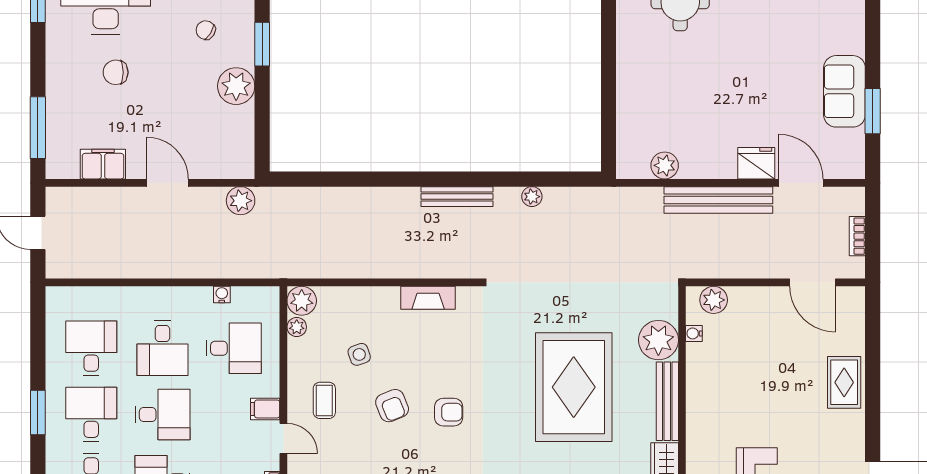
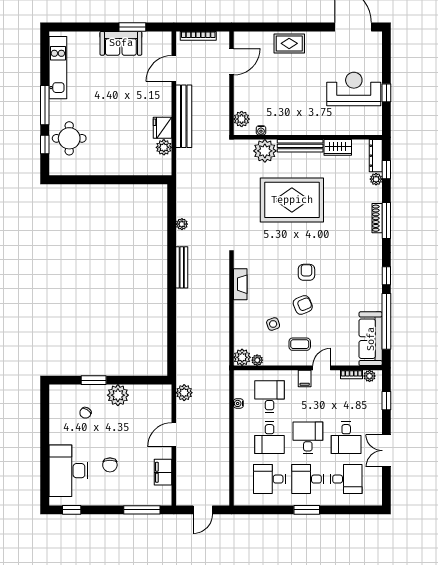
fridge: (756, 163) -> (163, 128), moved
bookcase: (857, 236) -> (198, 36), width x1.56
desk: (162, 348) -> (270, 438), turned 90

